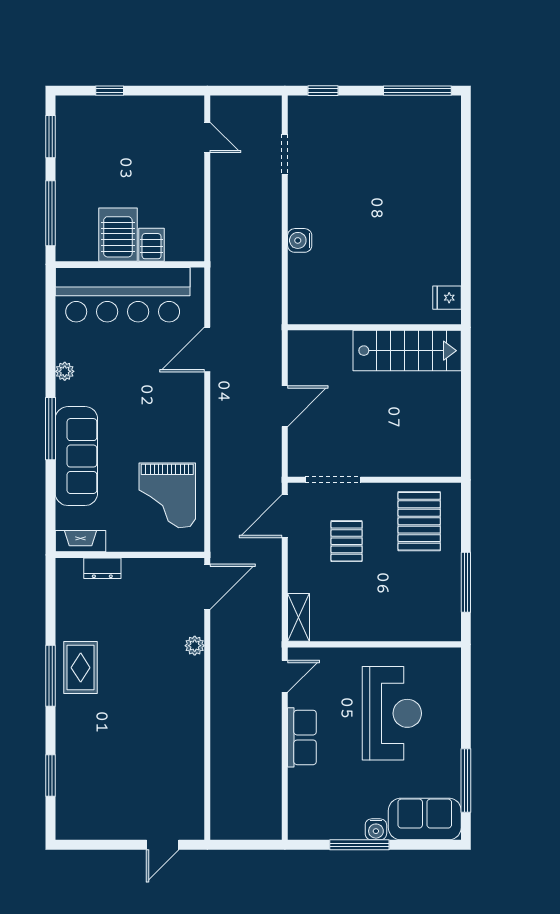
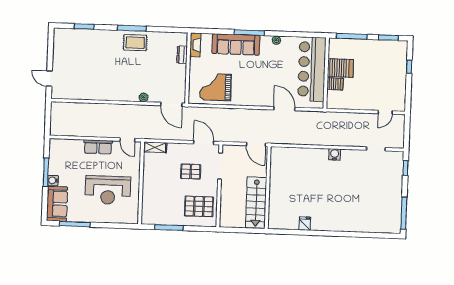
wall: (374, 327) -> (268, 188), moved
stairs: (407, 351) -> (256, 203), moved

